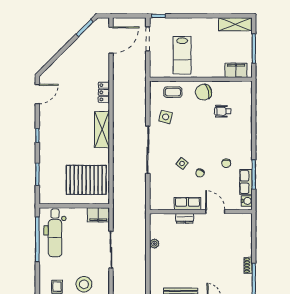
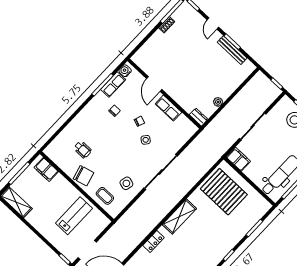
dresser: (185, 218) -> (199, 117), moved

